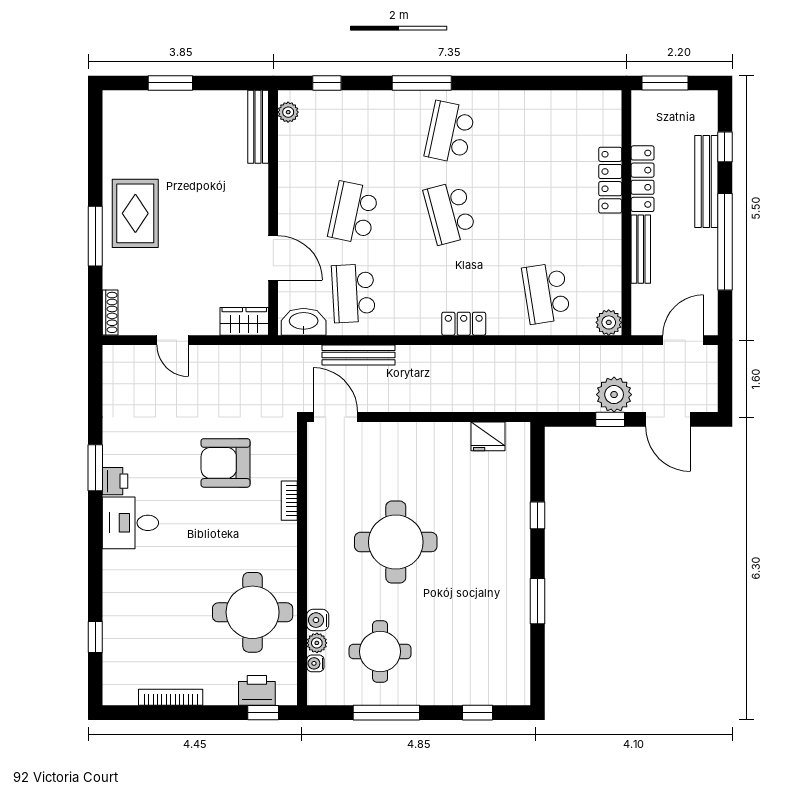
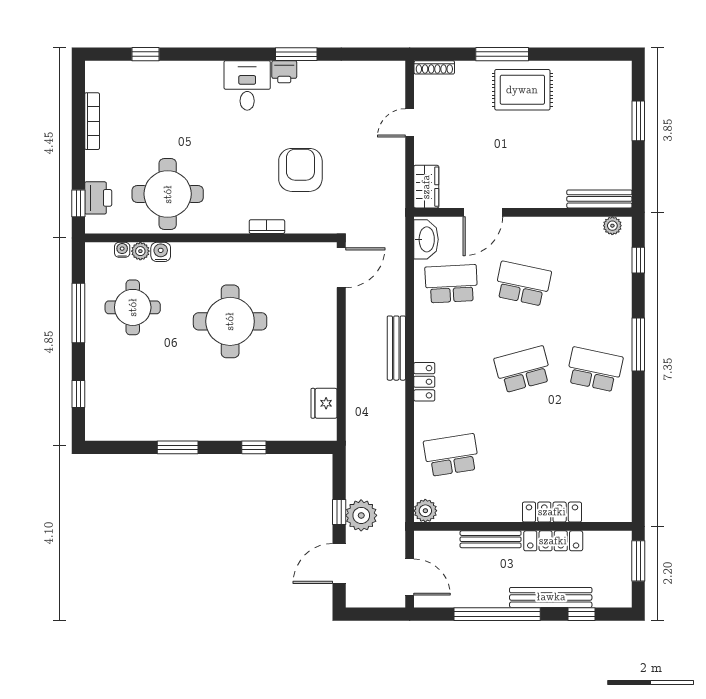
bench: (358, 355) -> (396, 348), moved

